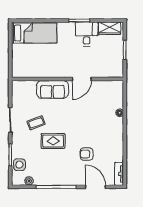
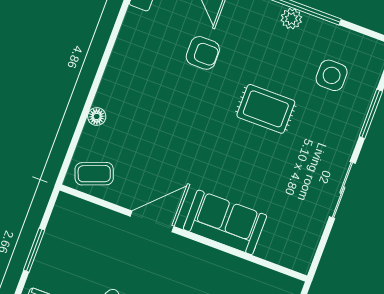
coffee table: (36, 123) -> (94, 174), moved
side table: (19, 165) -> (332, 75), moved
plant: (29, 181) -> (291, 19), moved

